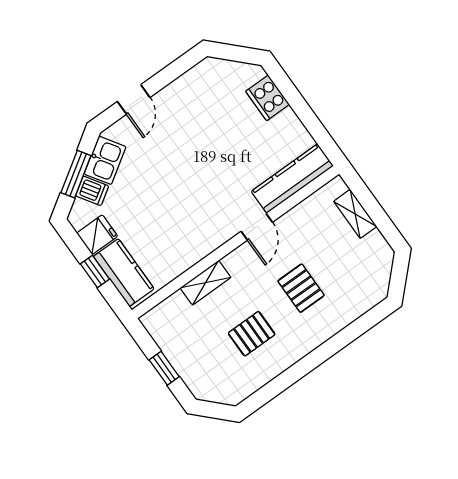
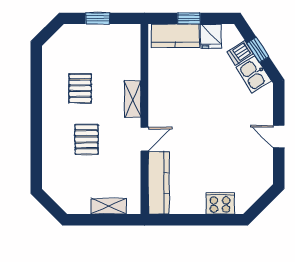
door: (134, 99) -> (279, 137), moved
window: (76, 174) -> (258, 50), width x0.67
door: (257, 227) -> (144, 139), swing flipped
shelving: (205, 283) -> (132, 99), moved
pallet: (301, 288) -> (86, 139), turned 90

